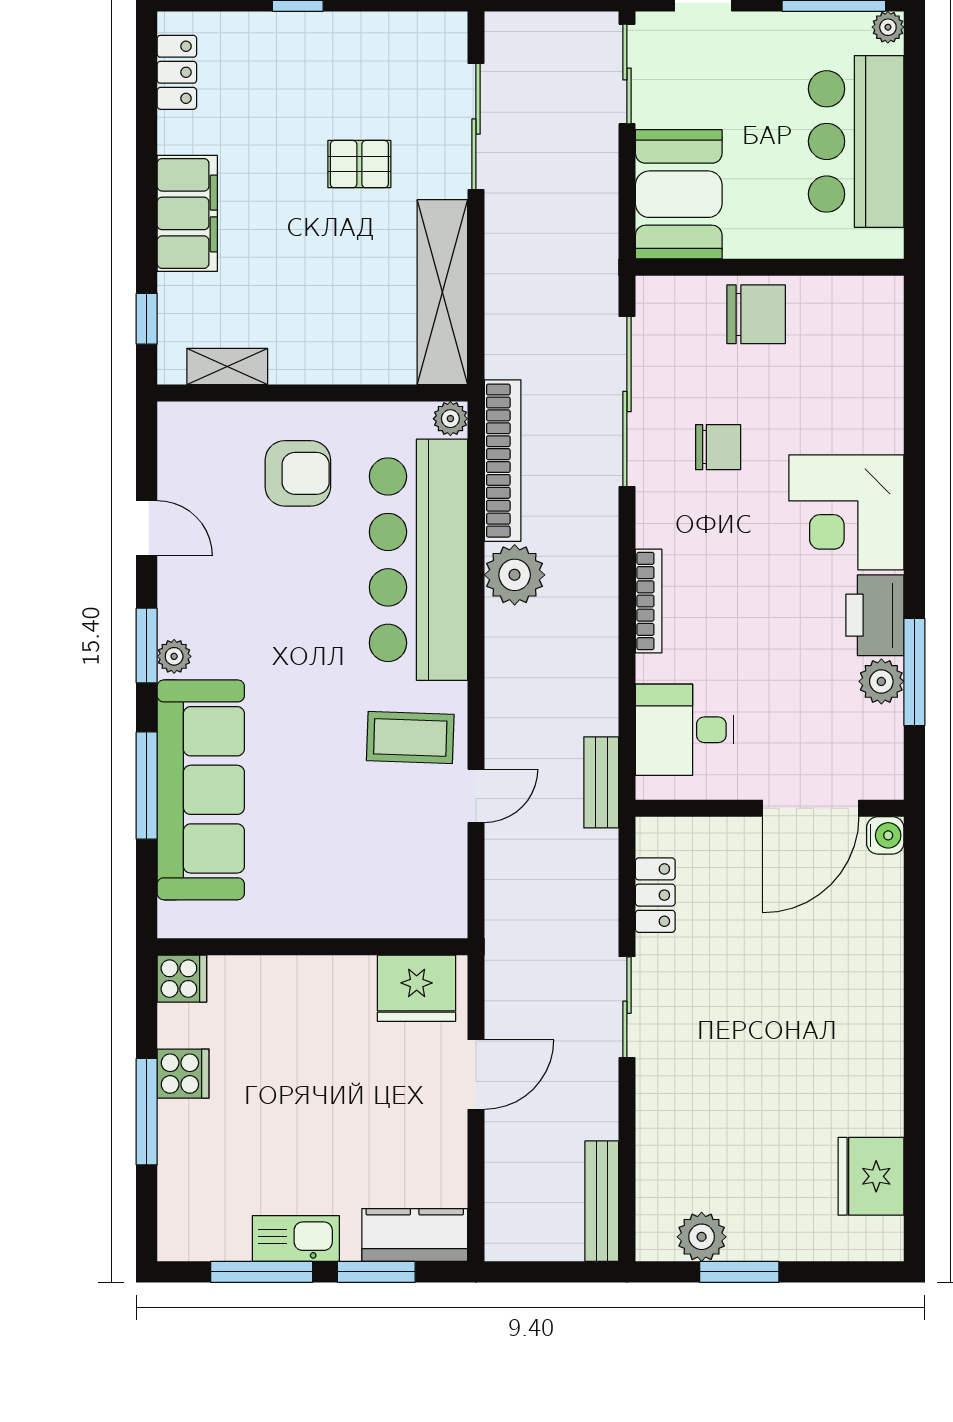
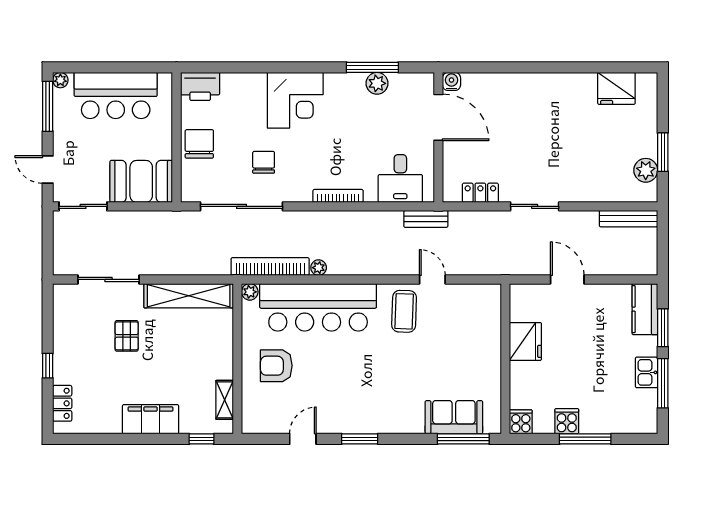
locker: (177, 72) -> (62, 403), moved, turned 90
armchair: (298, 473) -> (276, 366), turned -90
plant: (515, 575) -> (319, 268), width x0.53, depth x0.53
printer: (875, 615) -> (200, 86), moved
plant: (174, 656) -> (365, 426), removed
window: (147, 785) -> (463, 439), moved
sofa: (201, 790) -> (454, 417), width x0.54, depth x0.79
fridge: (417, 988) -> (525, 341), moved
kitchen sink: (296, 1238) -> (647, 372), width x0.73

